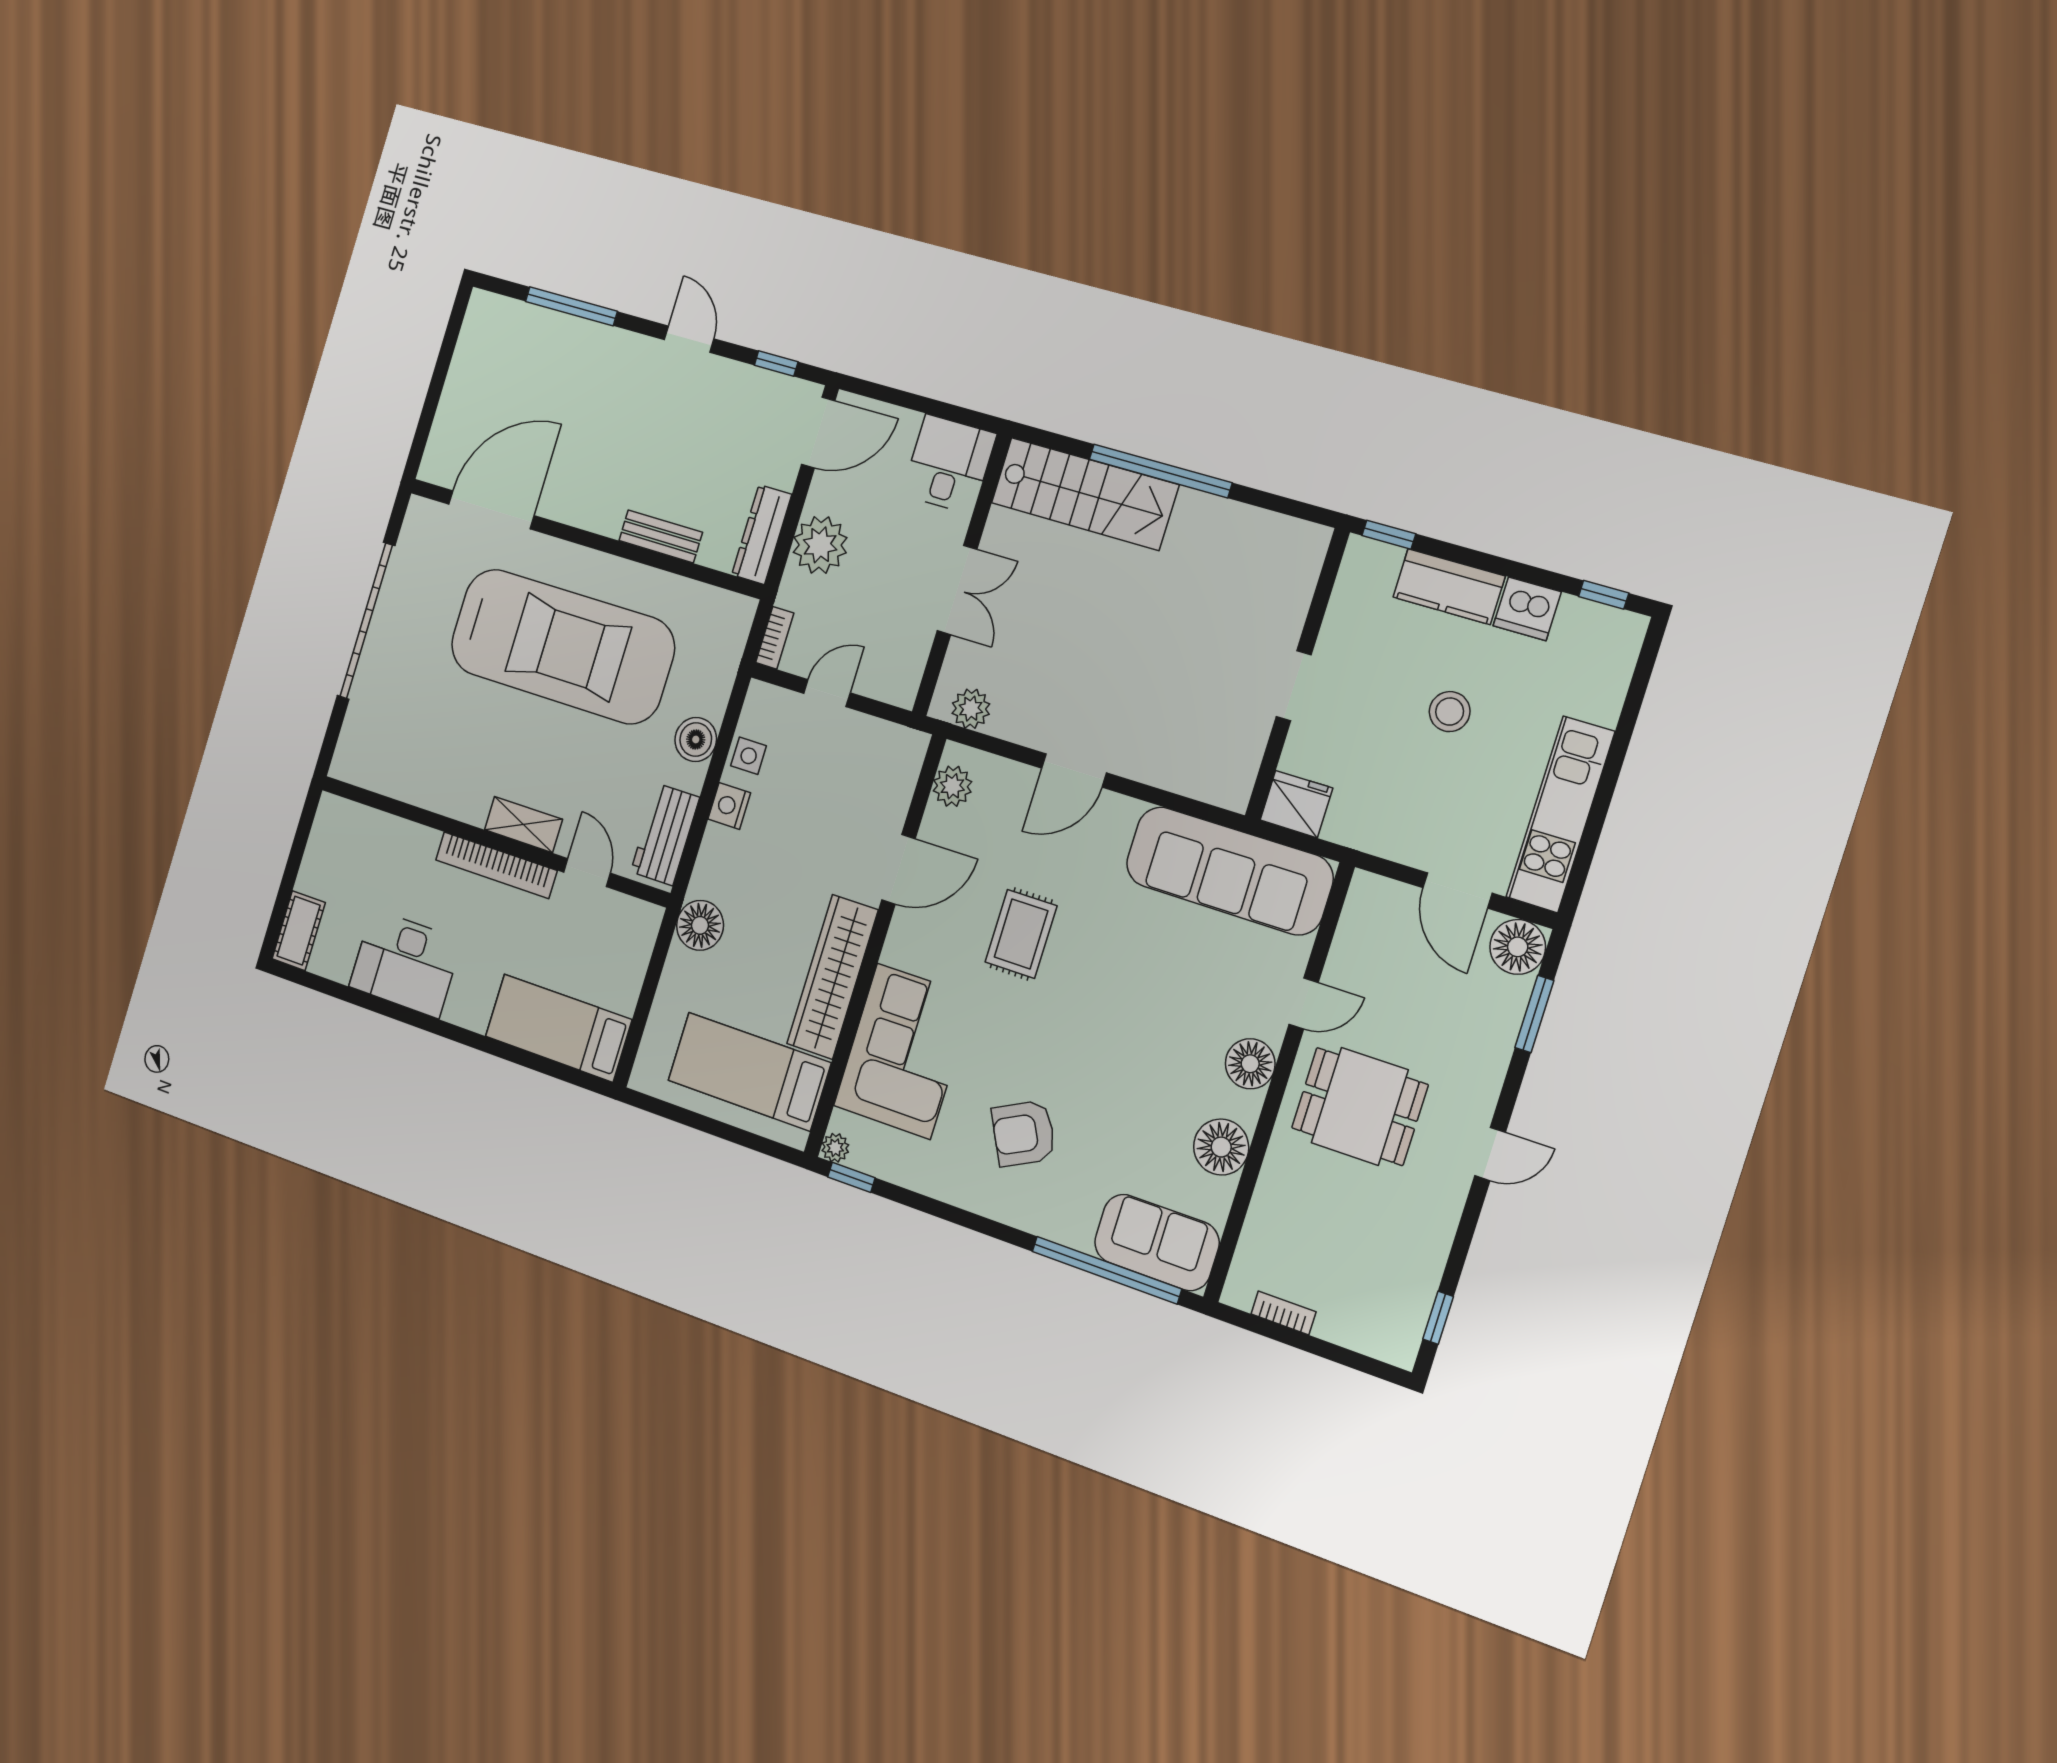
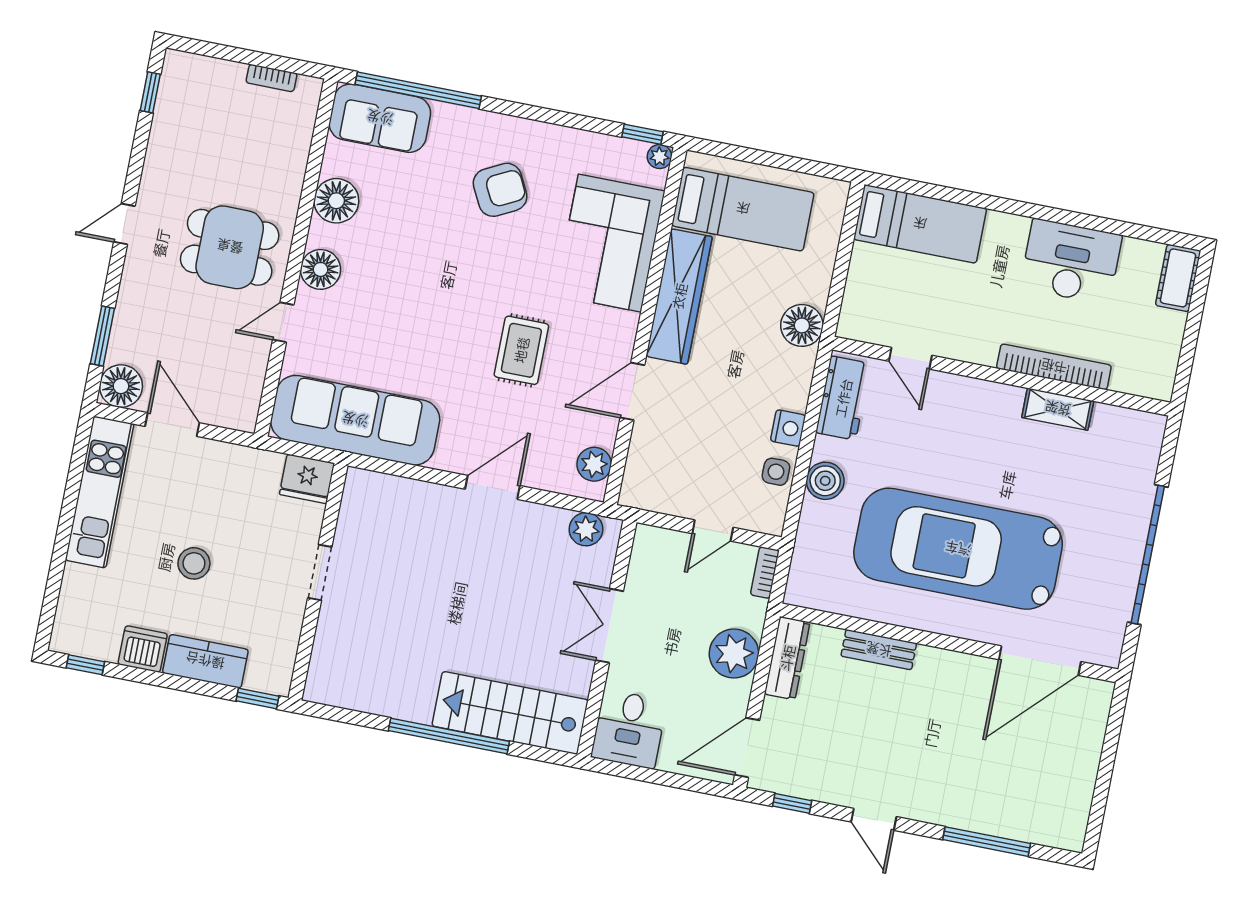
shelving: (523, 824) -> (1058, 409), moved
bookcase: (496, 865) -> (1054, 367), moved

